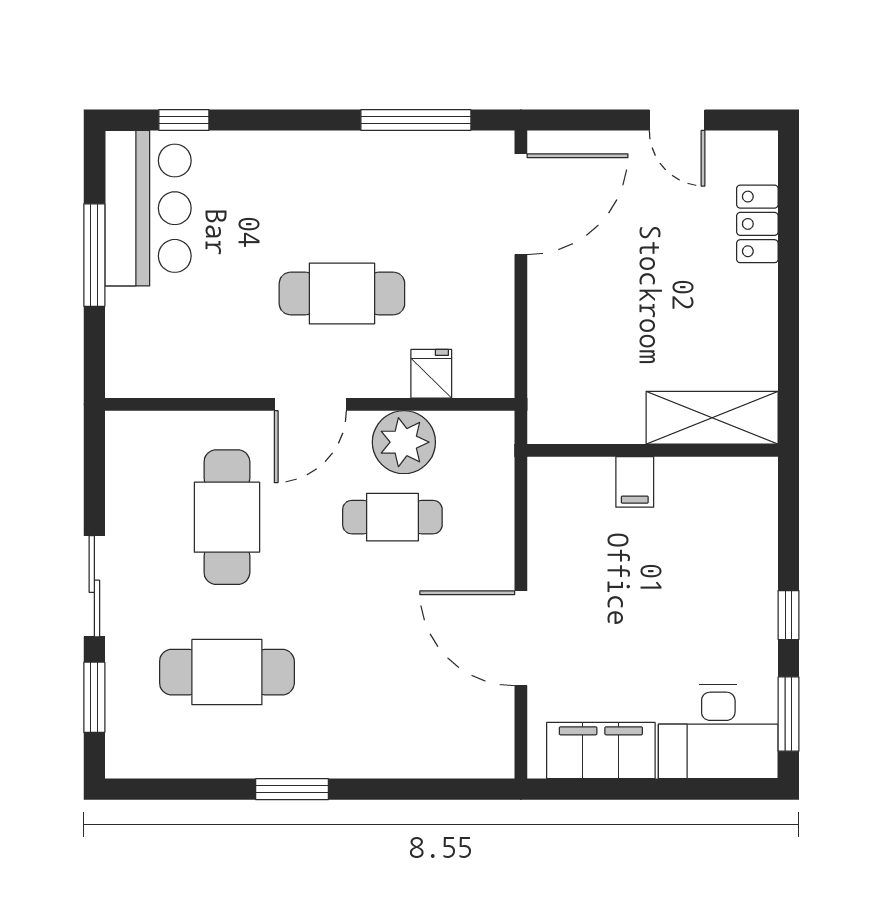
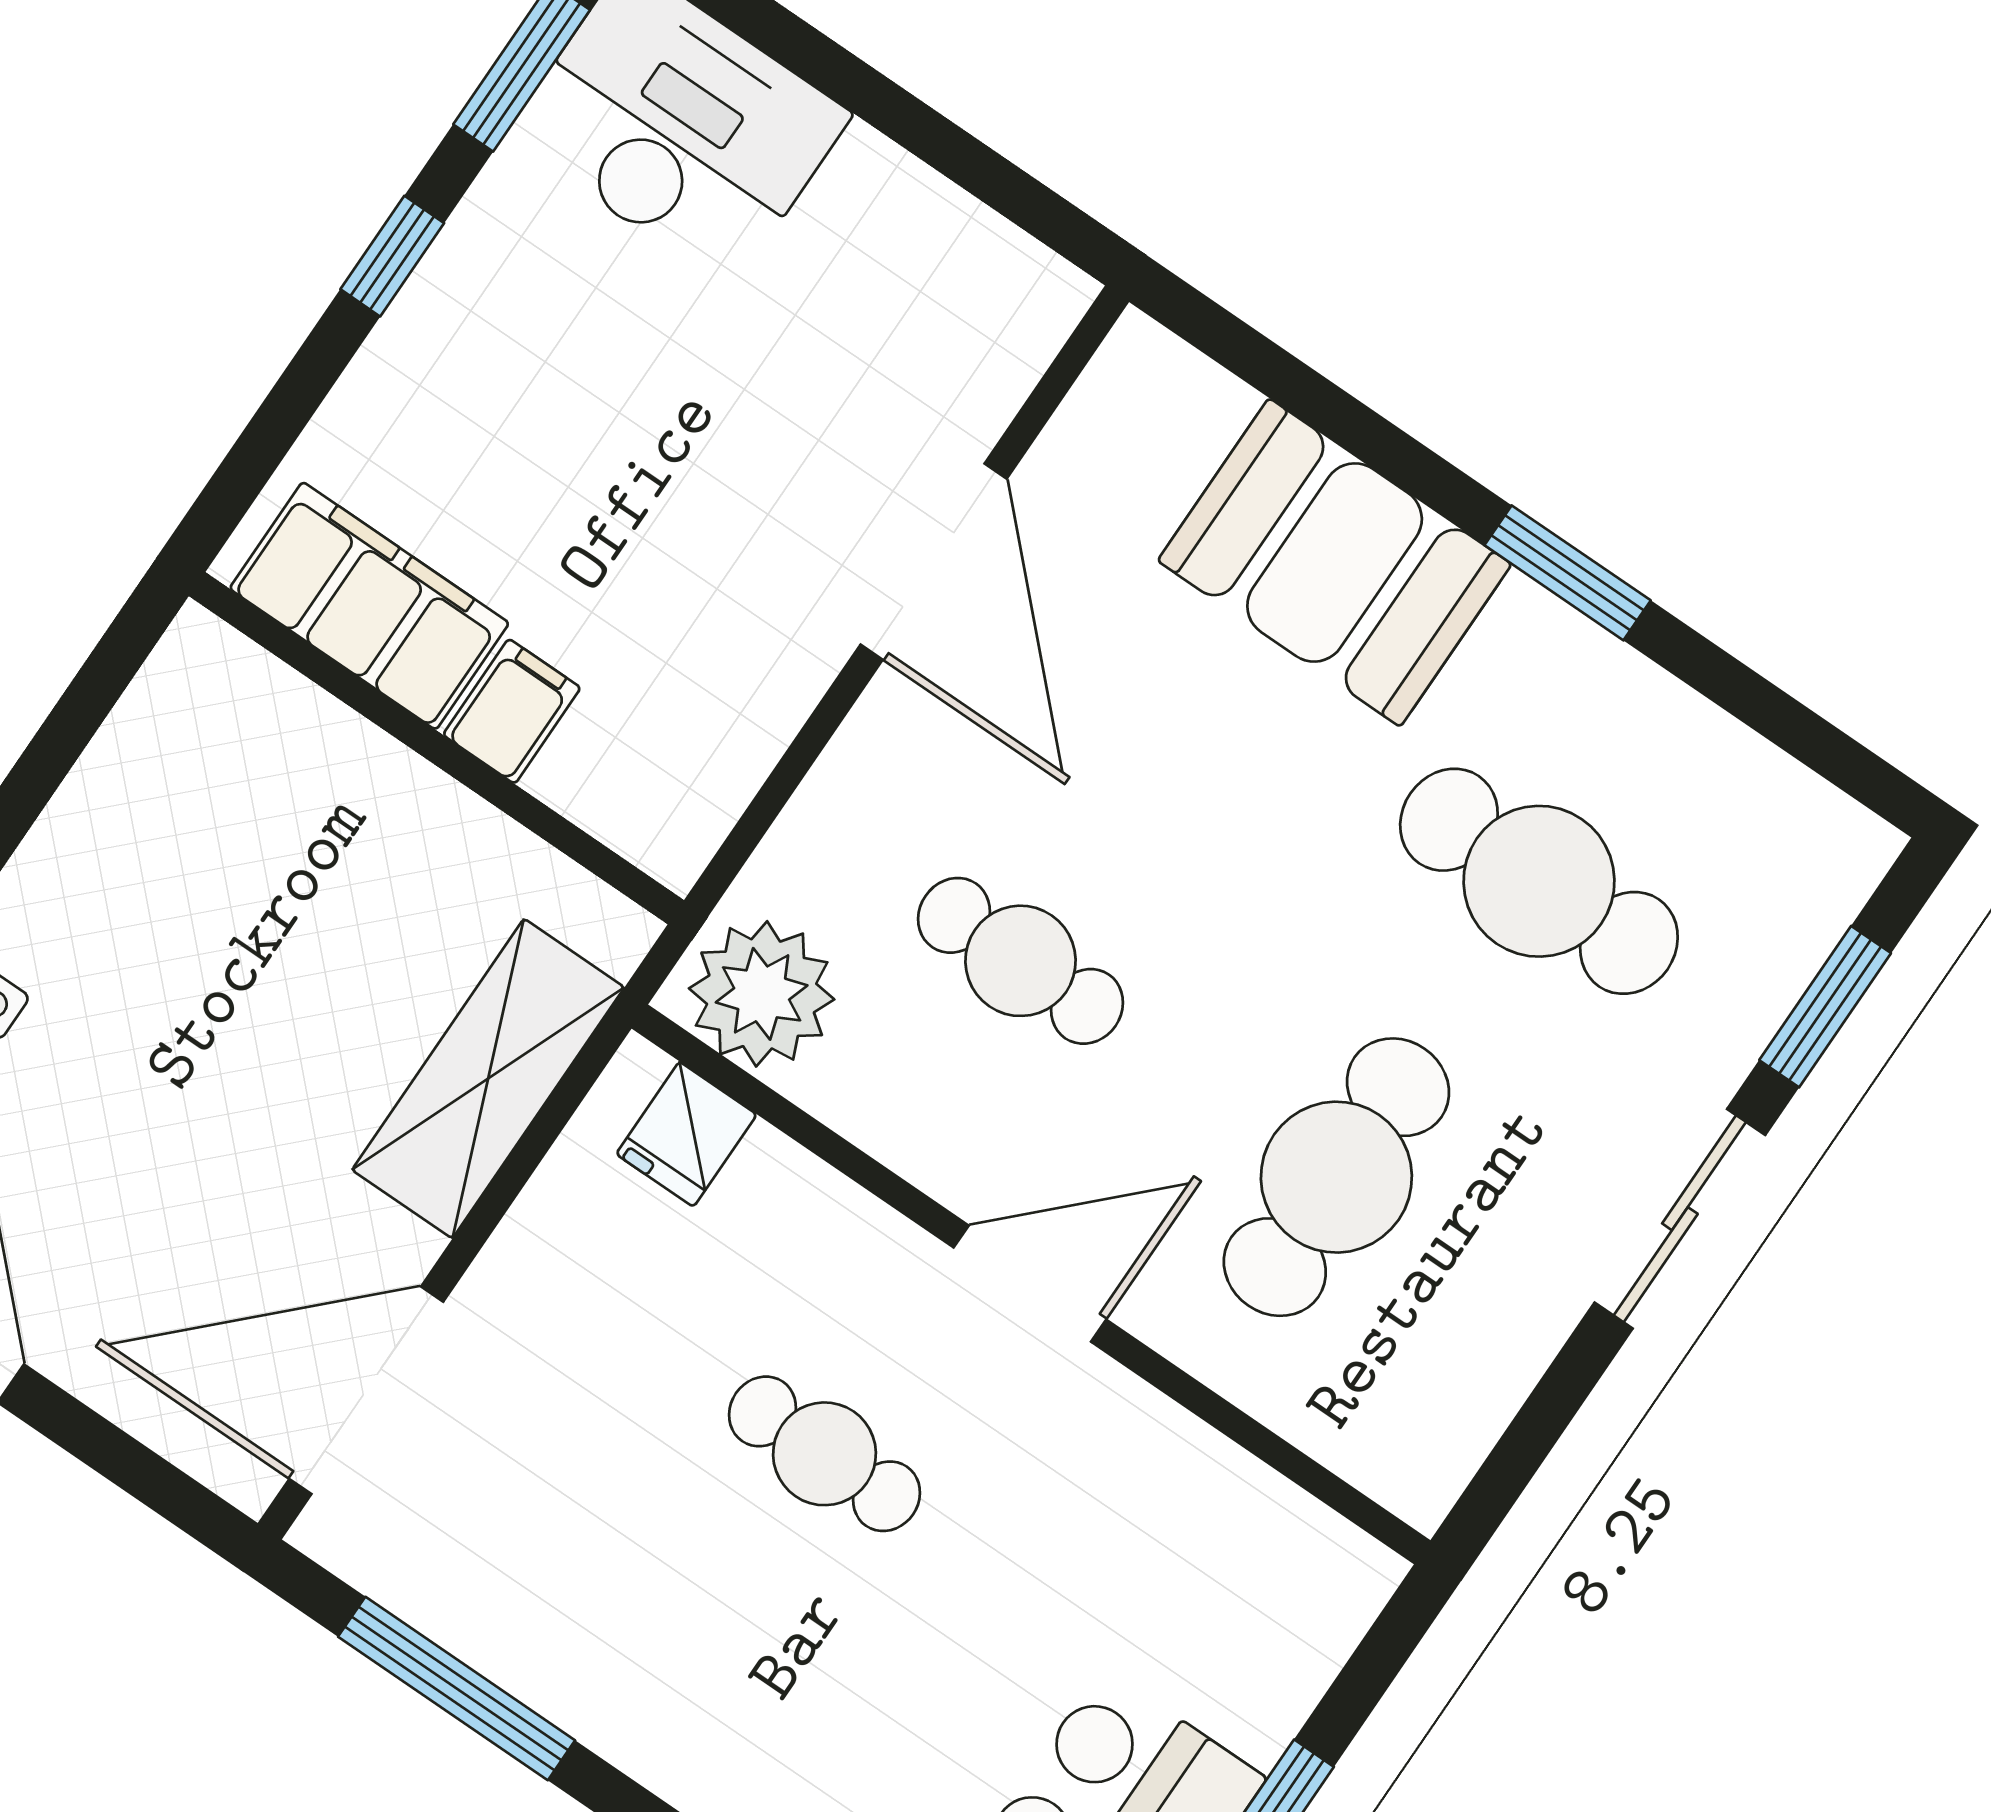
cafe table: (342, 294) -> (825, 1454), width x0.73, depth x0.74
fridge: (431, 374) -> (686, 1134), moved
shelving: (712, 418) -> (488, 1079), moved, turned 90
plant: (404, 442) -> (762, 994), moved
booth: (378, 736) -> (1335, 562), added
filing cabinet: (601, 751) -> (369, 606), moved, turned 180

